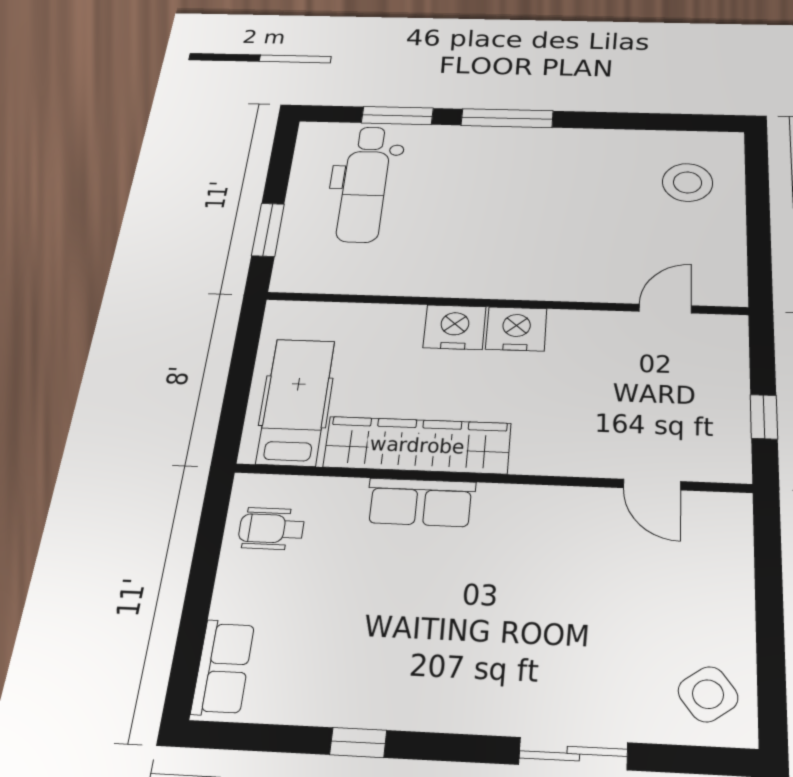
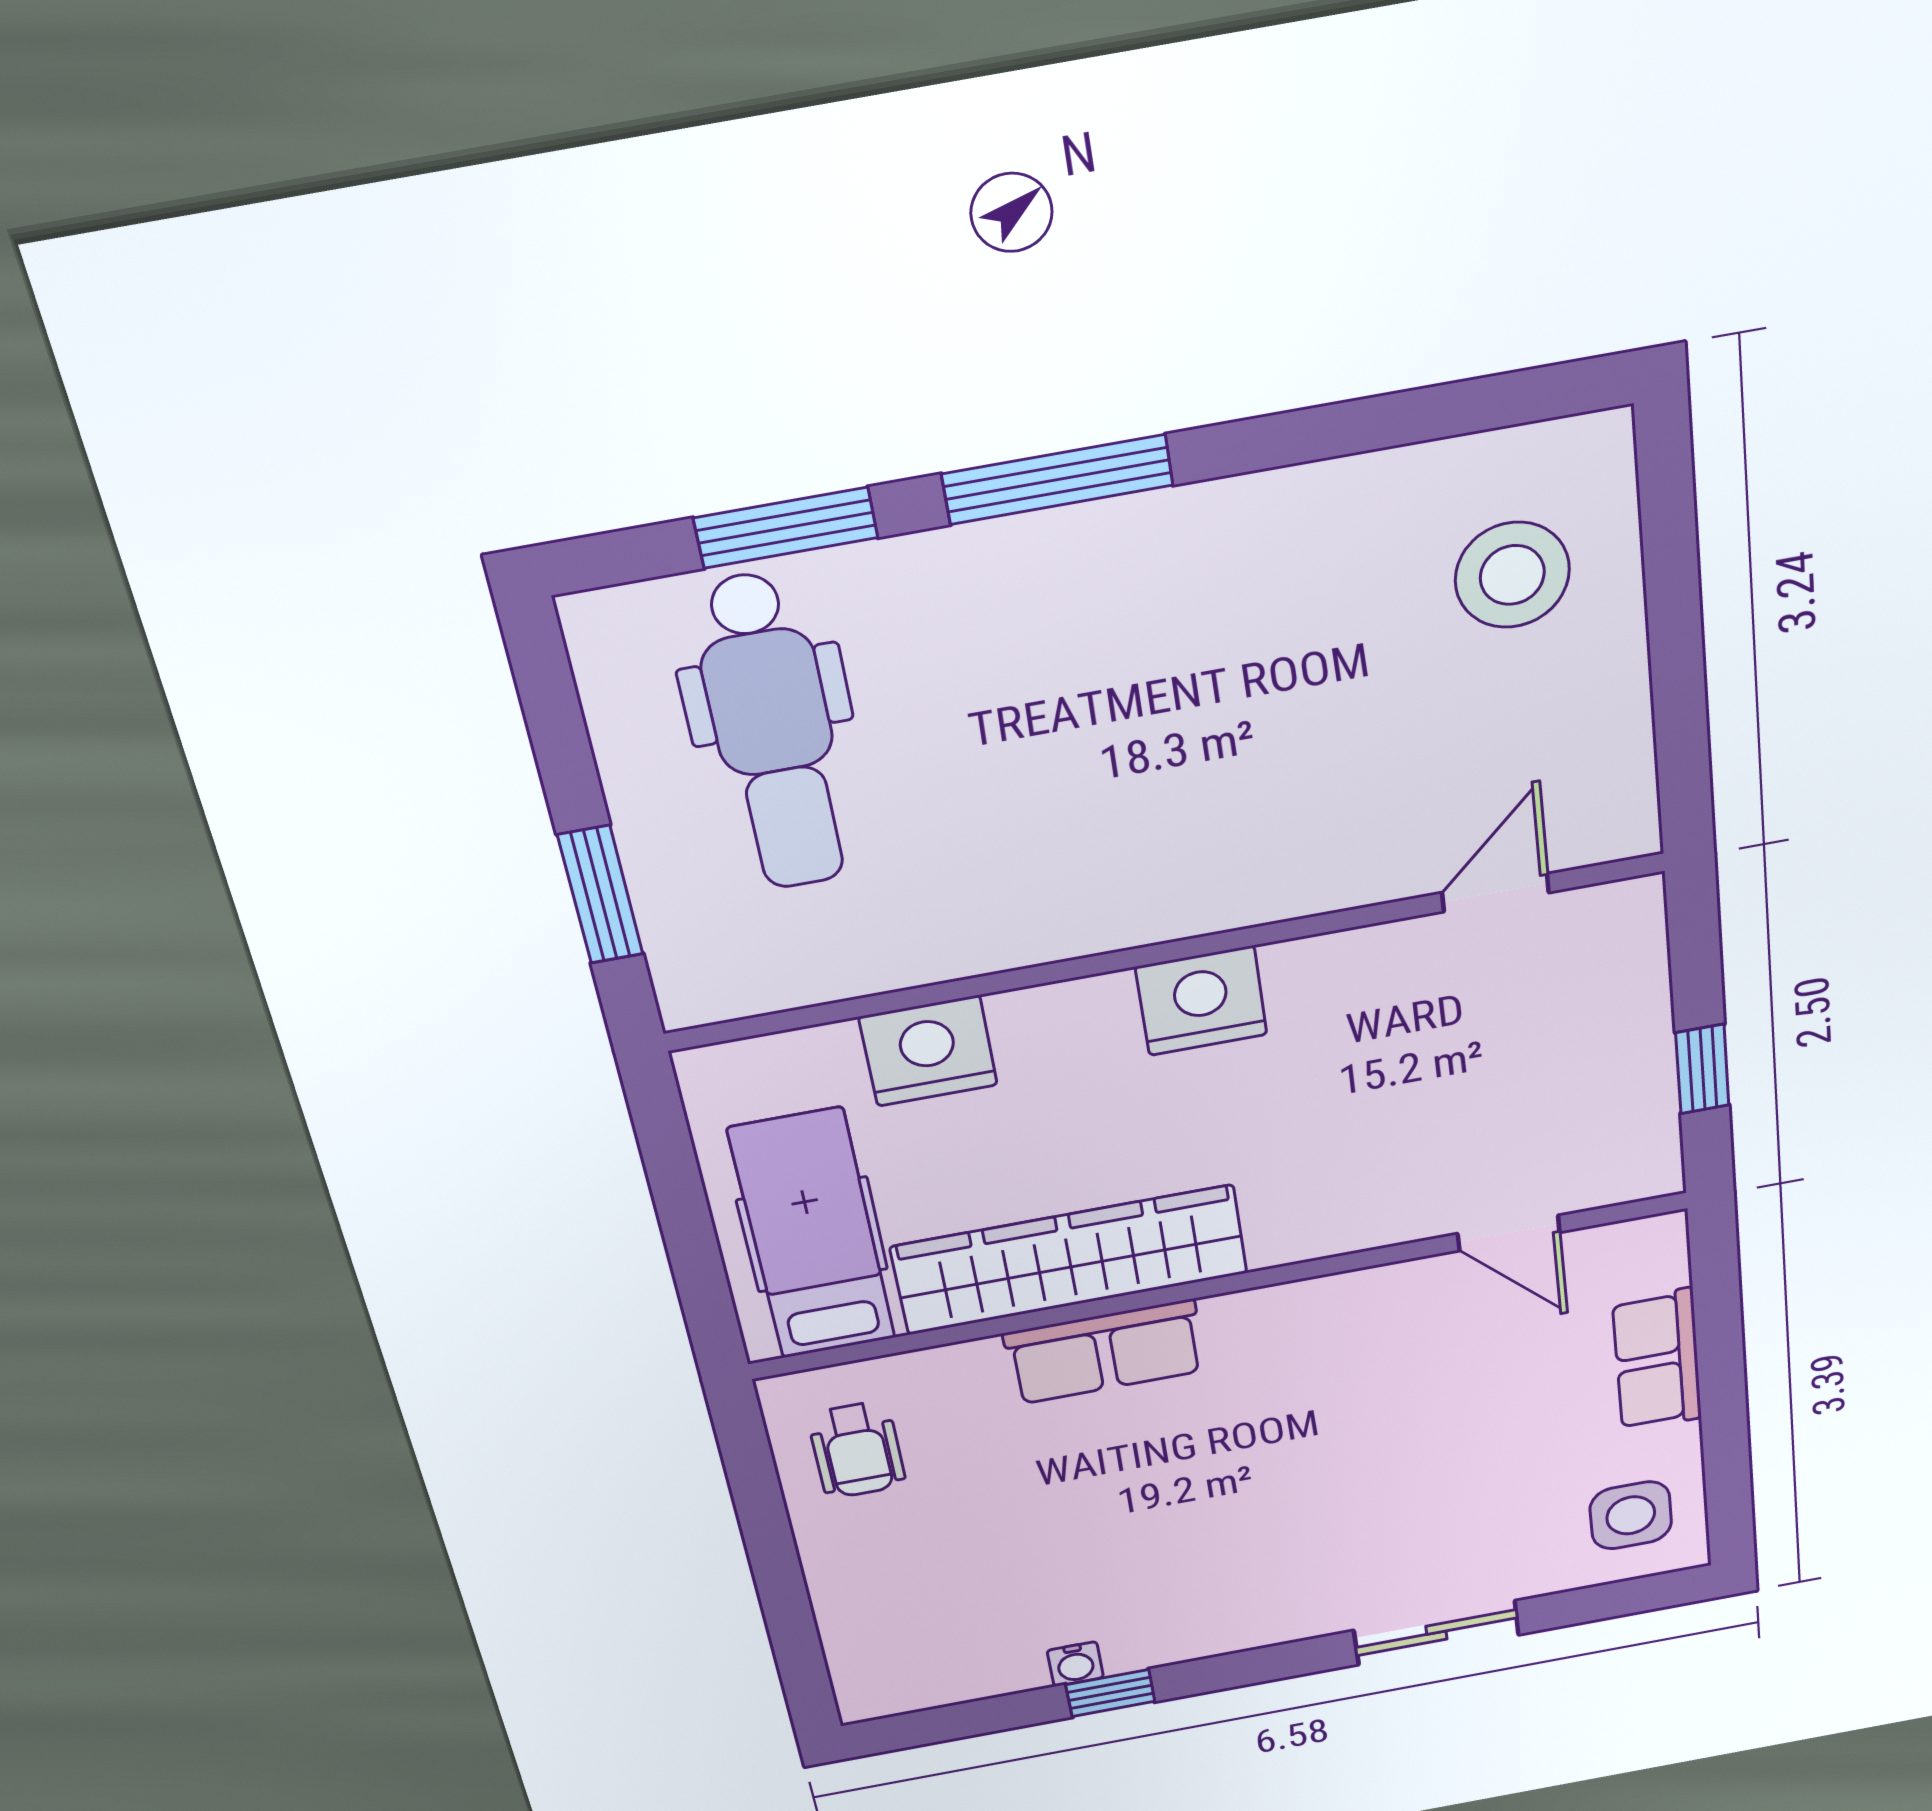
nightstand: (455, 327) -> (928, 1051), moved
wheelchair: (271, 529) -> (857, 1450), turned -90
row of seats: (223, 668) -> (1657, 1360), moved, turned 180
side table: (708, 694) -> (1631, 1515), turned 36
water cooler: (344, 713) -> (1075, 1664), added

